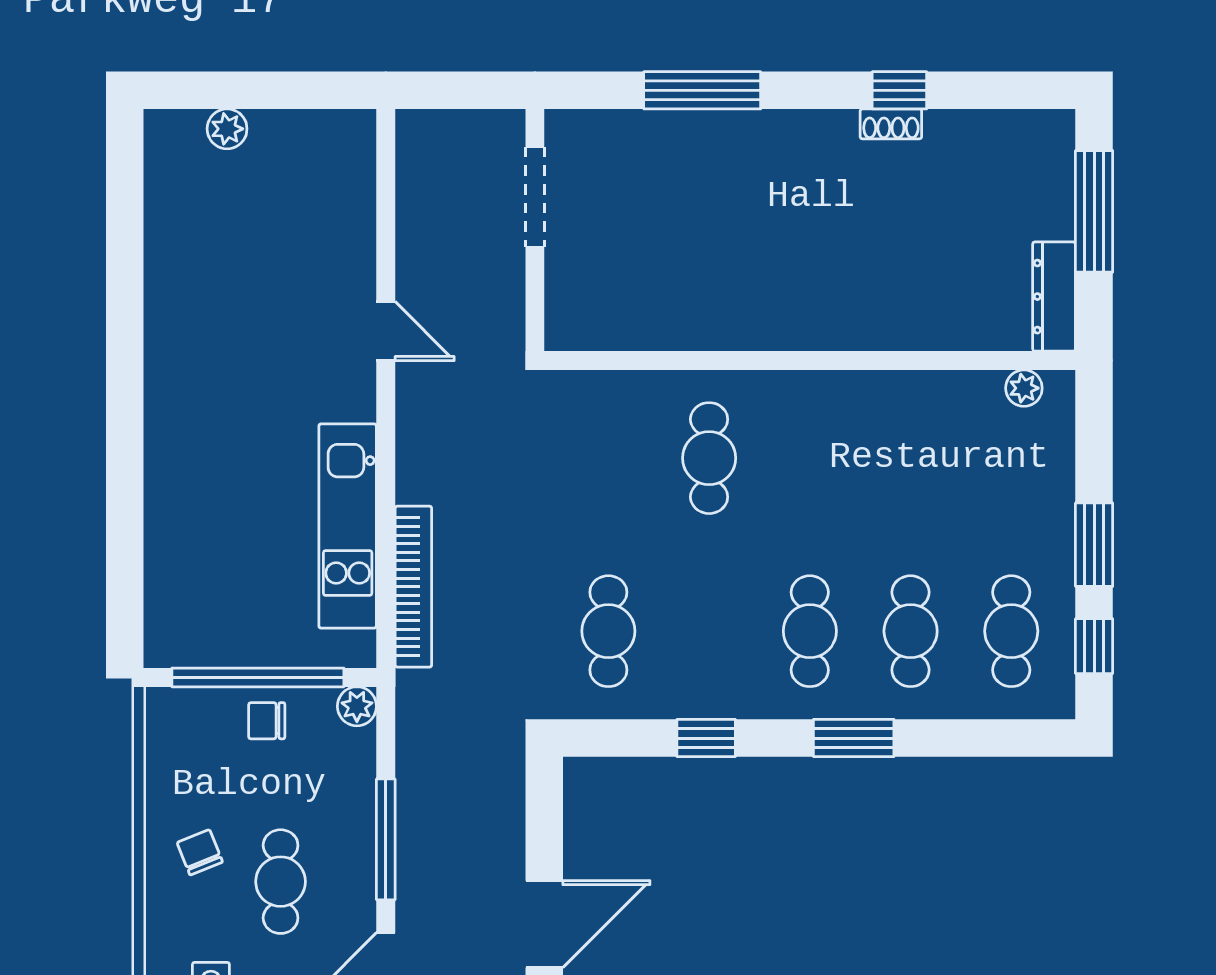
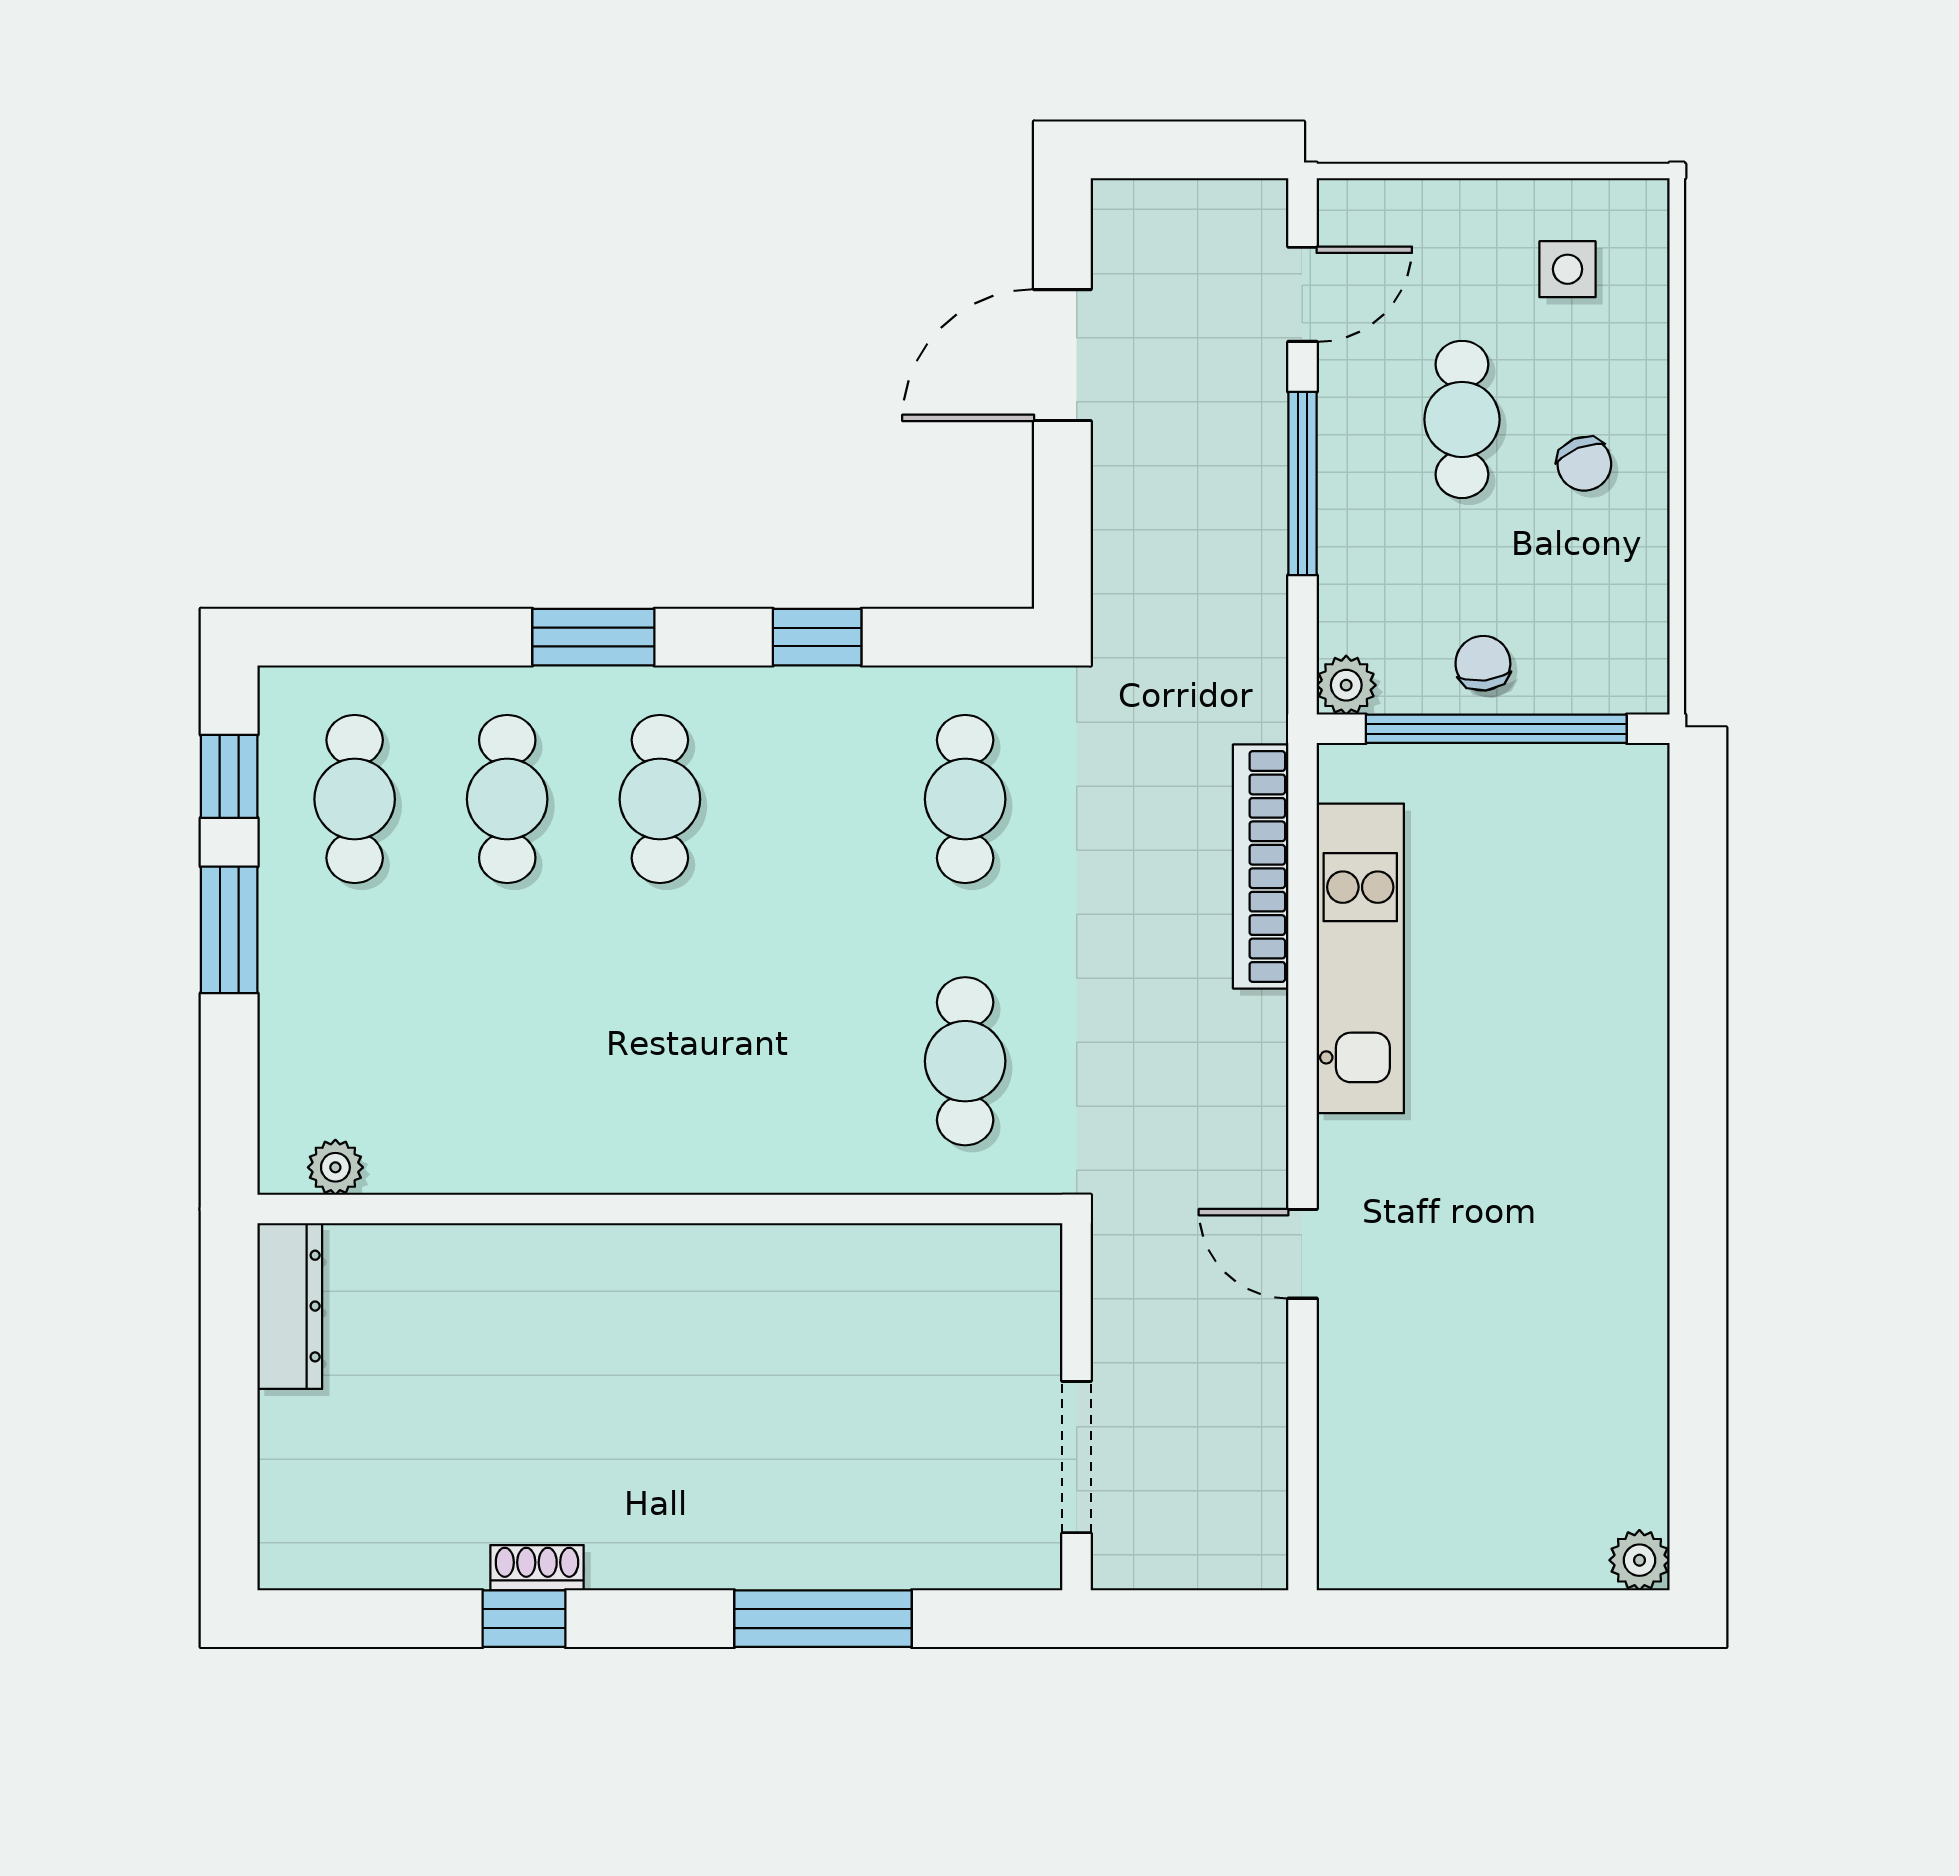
plant: (227, 129) -> (1639, 1560), moved
window: (1094, 211) -> (229, 1435), removed
cafe table: (709, 458) -> (965, 1061), moved
chair: (267, 721) -> (1483, 663), turned -96

